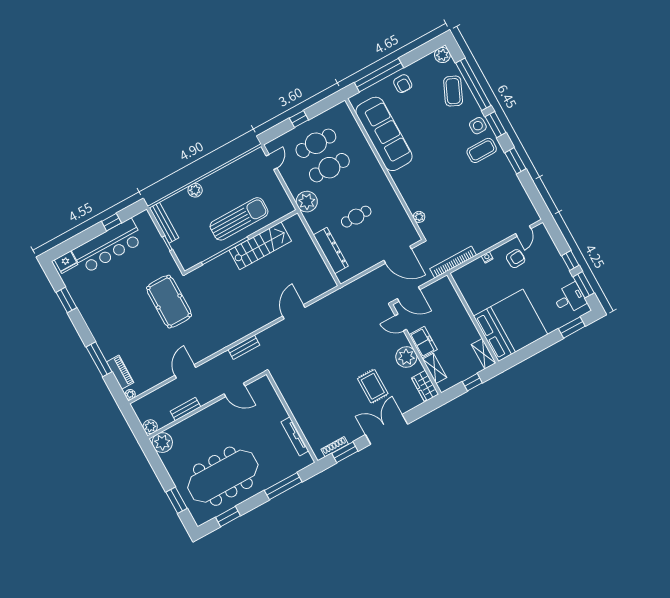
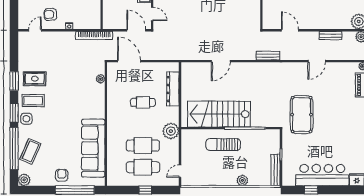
rug: (493, 176) -> (35, 79), added
sun lounger: (239, 219) -> (223, 145), width x0.73, depth x0.75
stairs: (260, 246) -> (219, 114), width x1.36, depth x1.51

